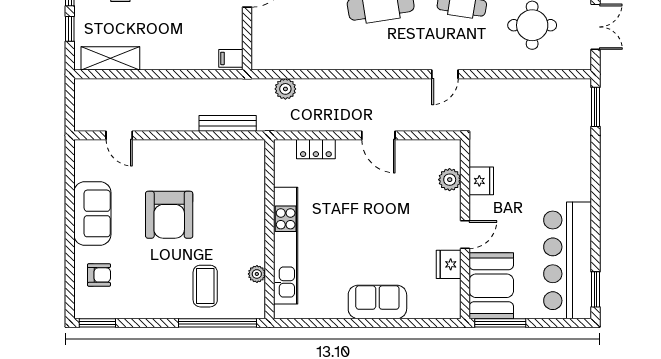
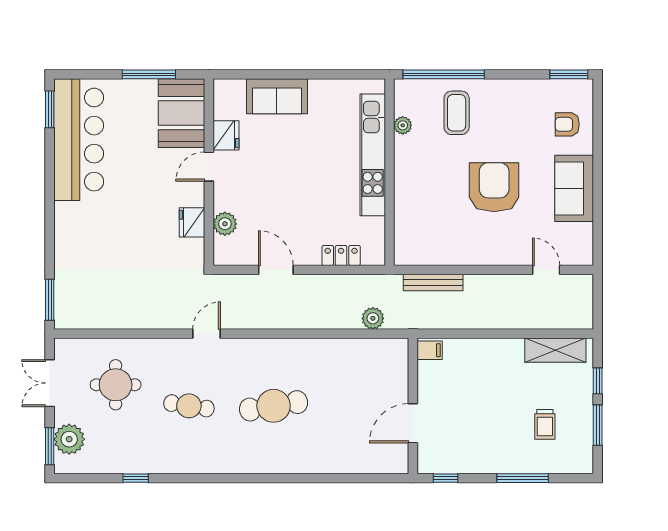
plant: (450, 180) -> (225, 224), moved
fridge: (481, 181) -> (192, 222), moved
wall: (465, 229) -> (209, 172), moved
door: (465, 235) -> (209, 167), moved
fridge: (449, 264) -> (226, 135), moved
booth: (491, 286) -> (182, 113), moved

